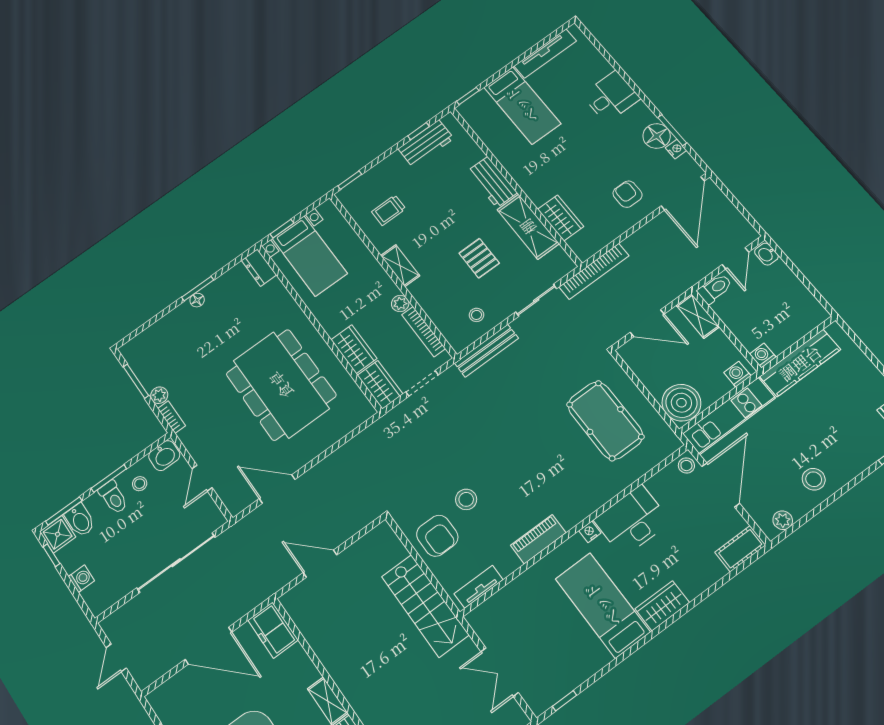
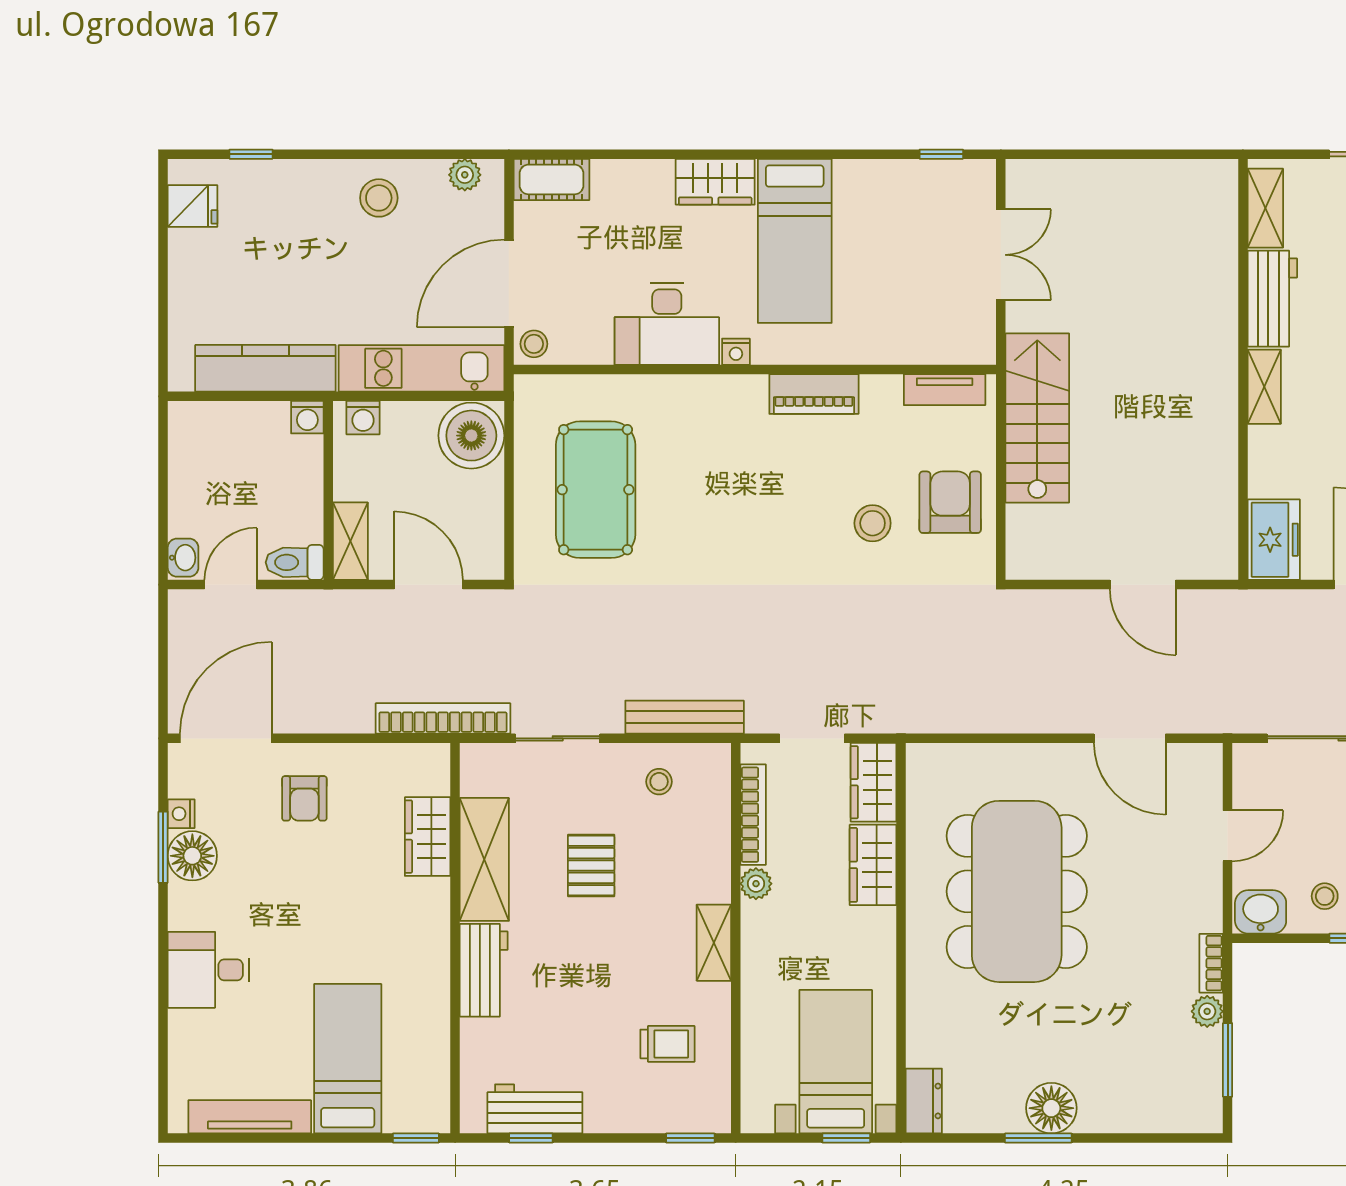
floor lamp: (197, 300) -> (1051, 1108), width x1.89, depth x1.89

